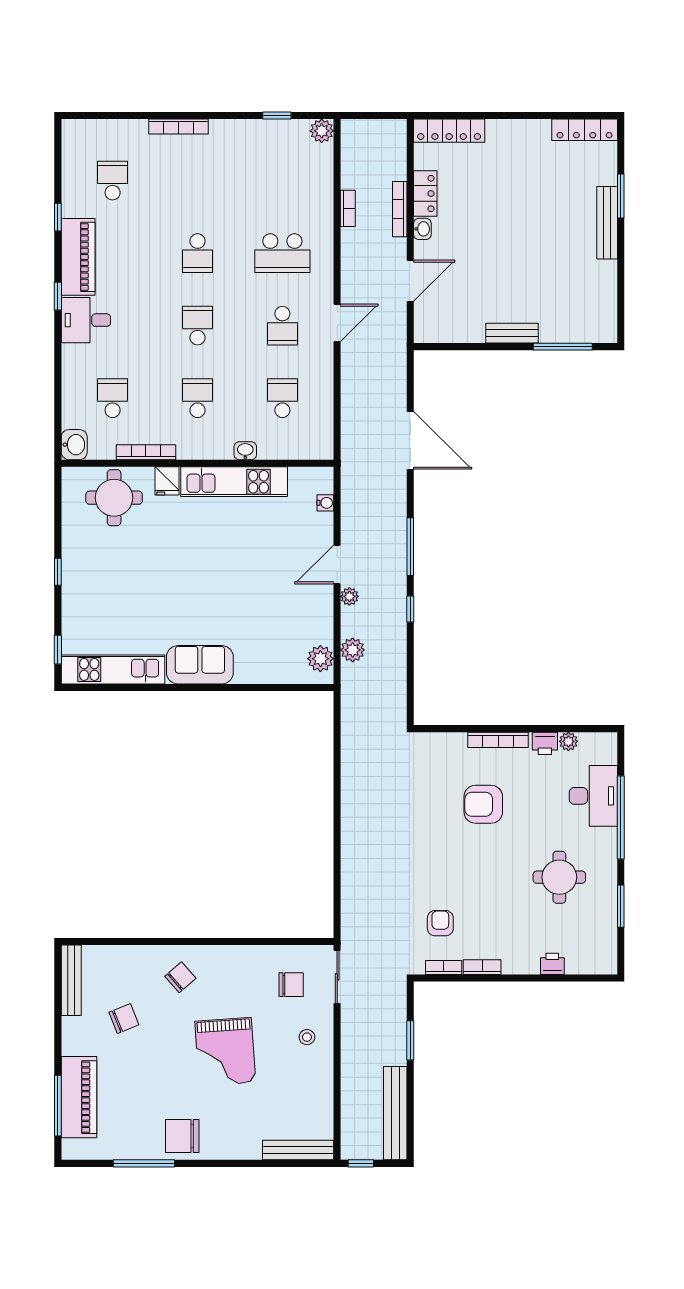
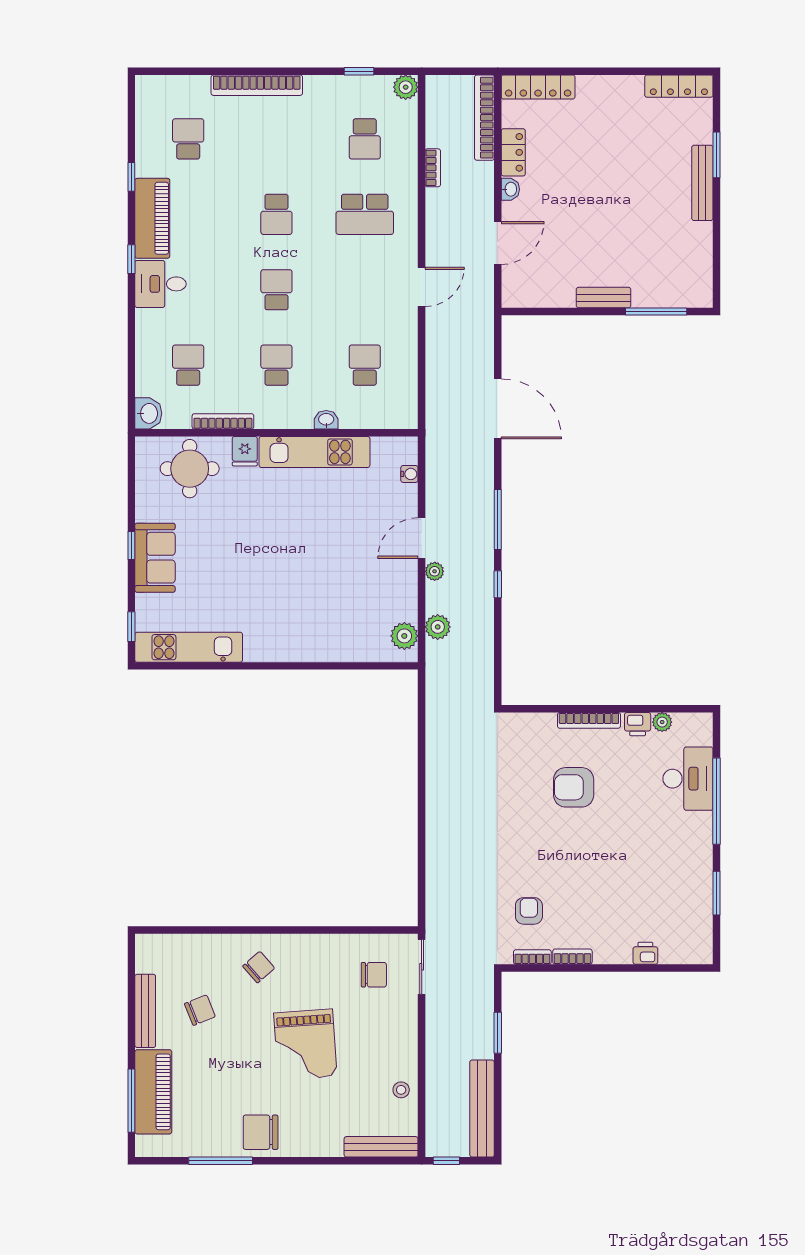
bookcase: (179, 126) -> (257, 85), width x1.48, depth x1.31
bookcase: (400, 209) -> (484, 118), moved, width x1.48, depth x1.31
school desk: (282, 326) -> (365, 139), moved
sofa: (200, 665) -> (155, 558), moved, turned 90
round table: (559, 877) -> (653, 863), removed
bench: (71, 980) -> (145, 1011), moved
stool: (307, 1037) -> (401, 1090), moved

